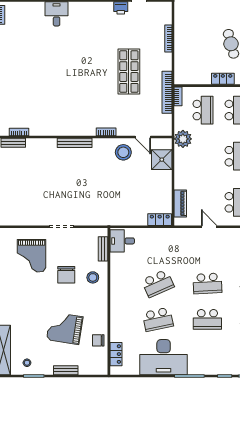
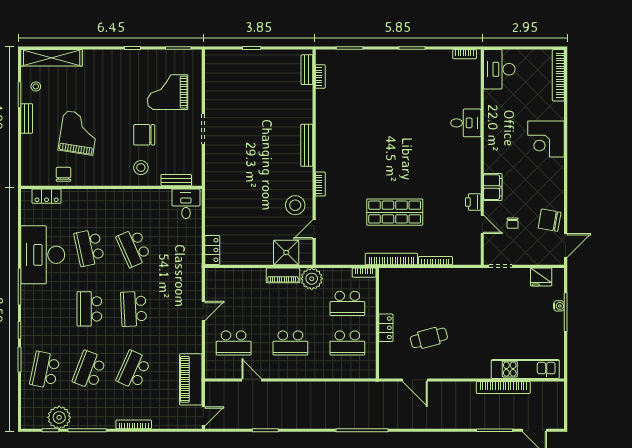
bookcase: (167, 92) -> (391, 259), moved
piano: (180, 203) -> (283, 275), moved
bench: (66, 370) -> (27, 119), moved

